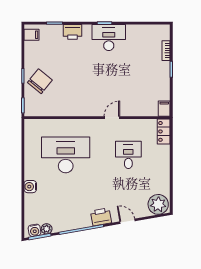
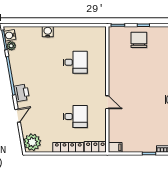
chair: (40, 81) -> (139, 40), turned -129
desk: (66, 155) -> (75, 62), width x0.53, depth x0.77
locker: (164, 163) -> (68, 147), added

